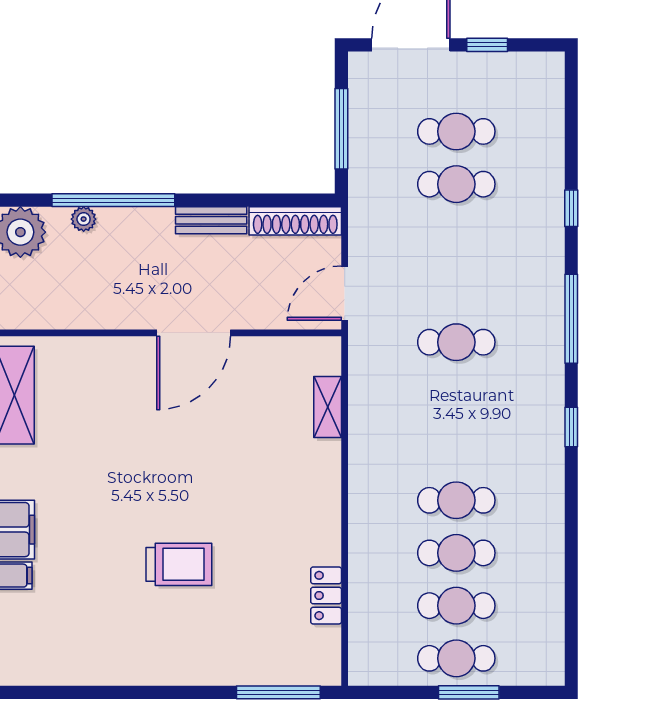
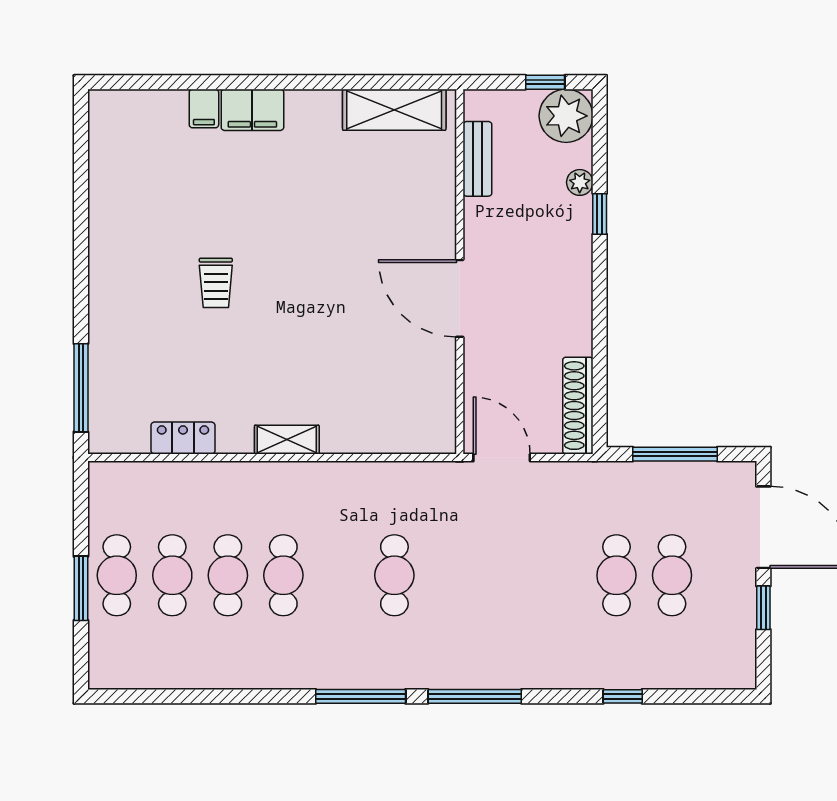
window: (113, 200) -> (600, 214), width x0.32
window: (571, 208) -> (623, 696), moved
bench: (211, 220) -> (477, 159), moved
cafe table: (456, 342) -> (394, 575), moved
shelving: (328, 407) -> (287, 440), moved
window: (571, 427) -> (361, 696), width x2.17
trolley: (179, 564) -> (216, 283), width x0.73, depth x0.72

